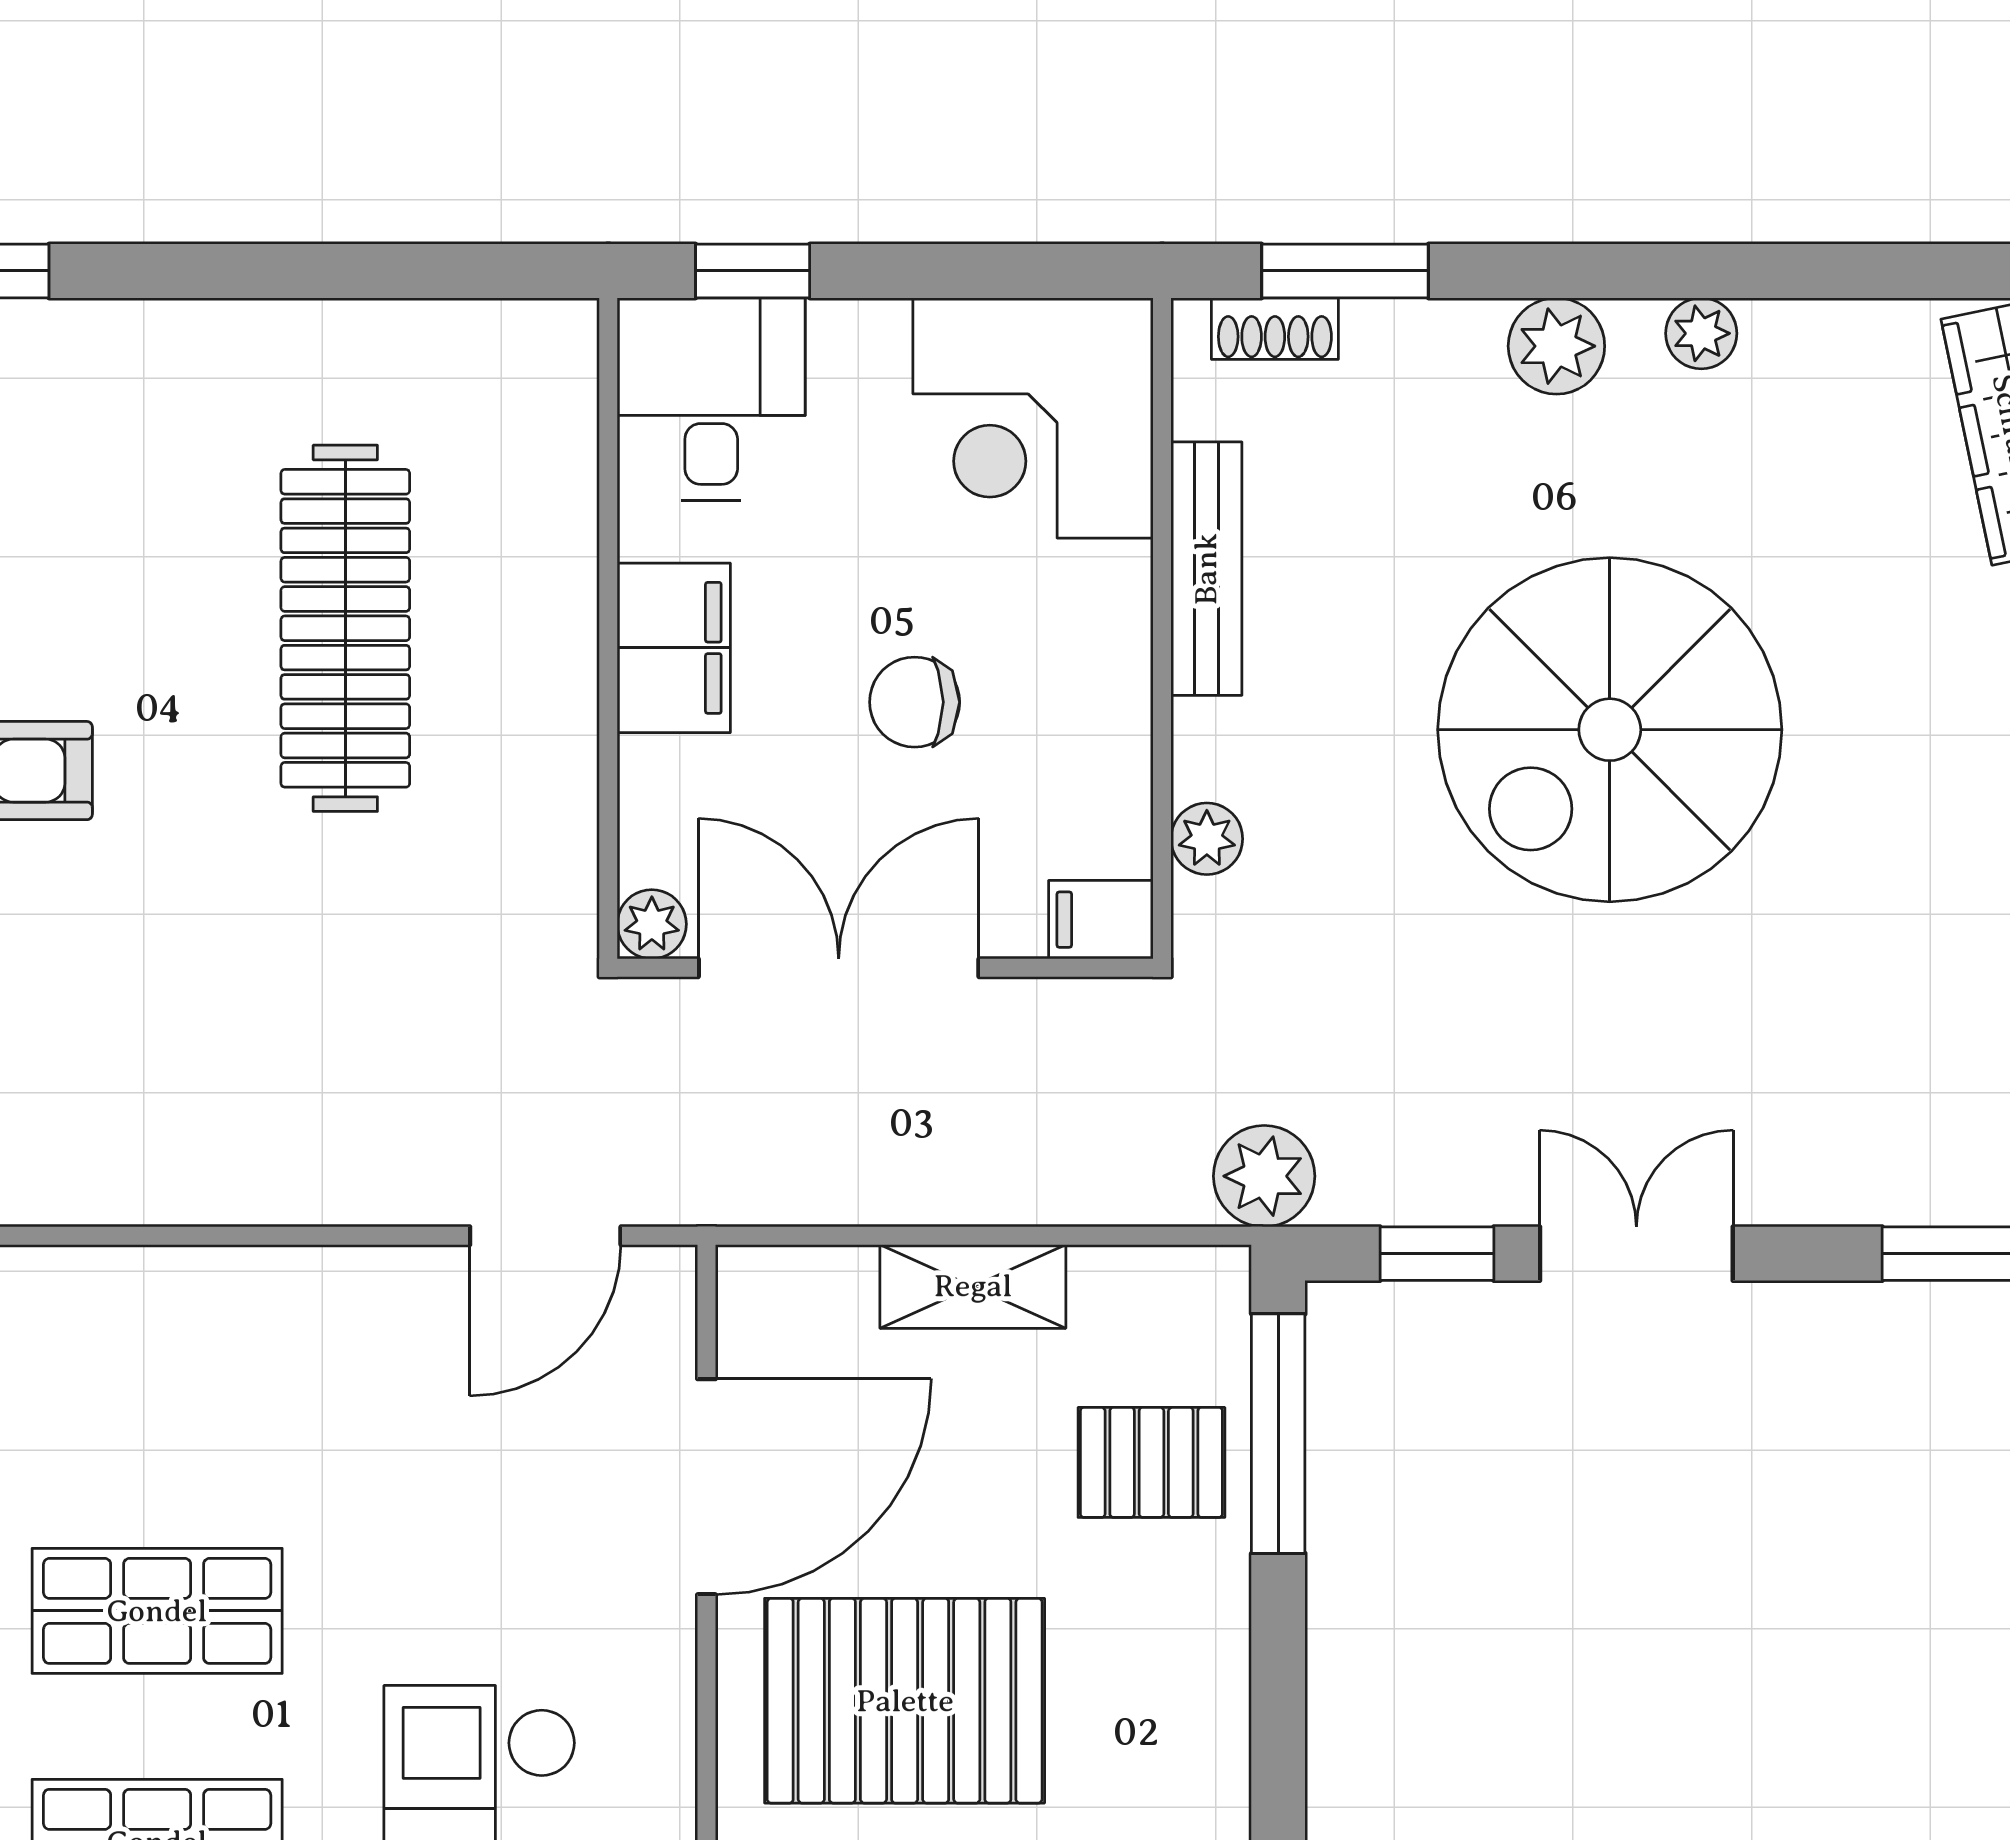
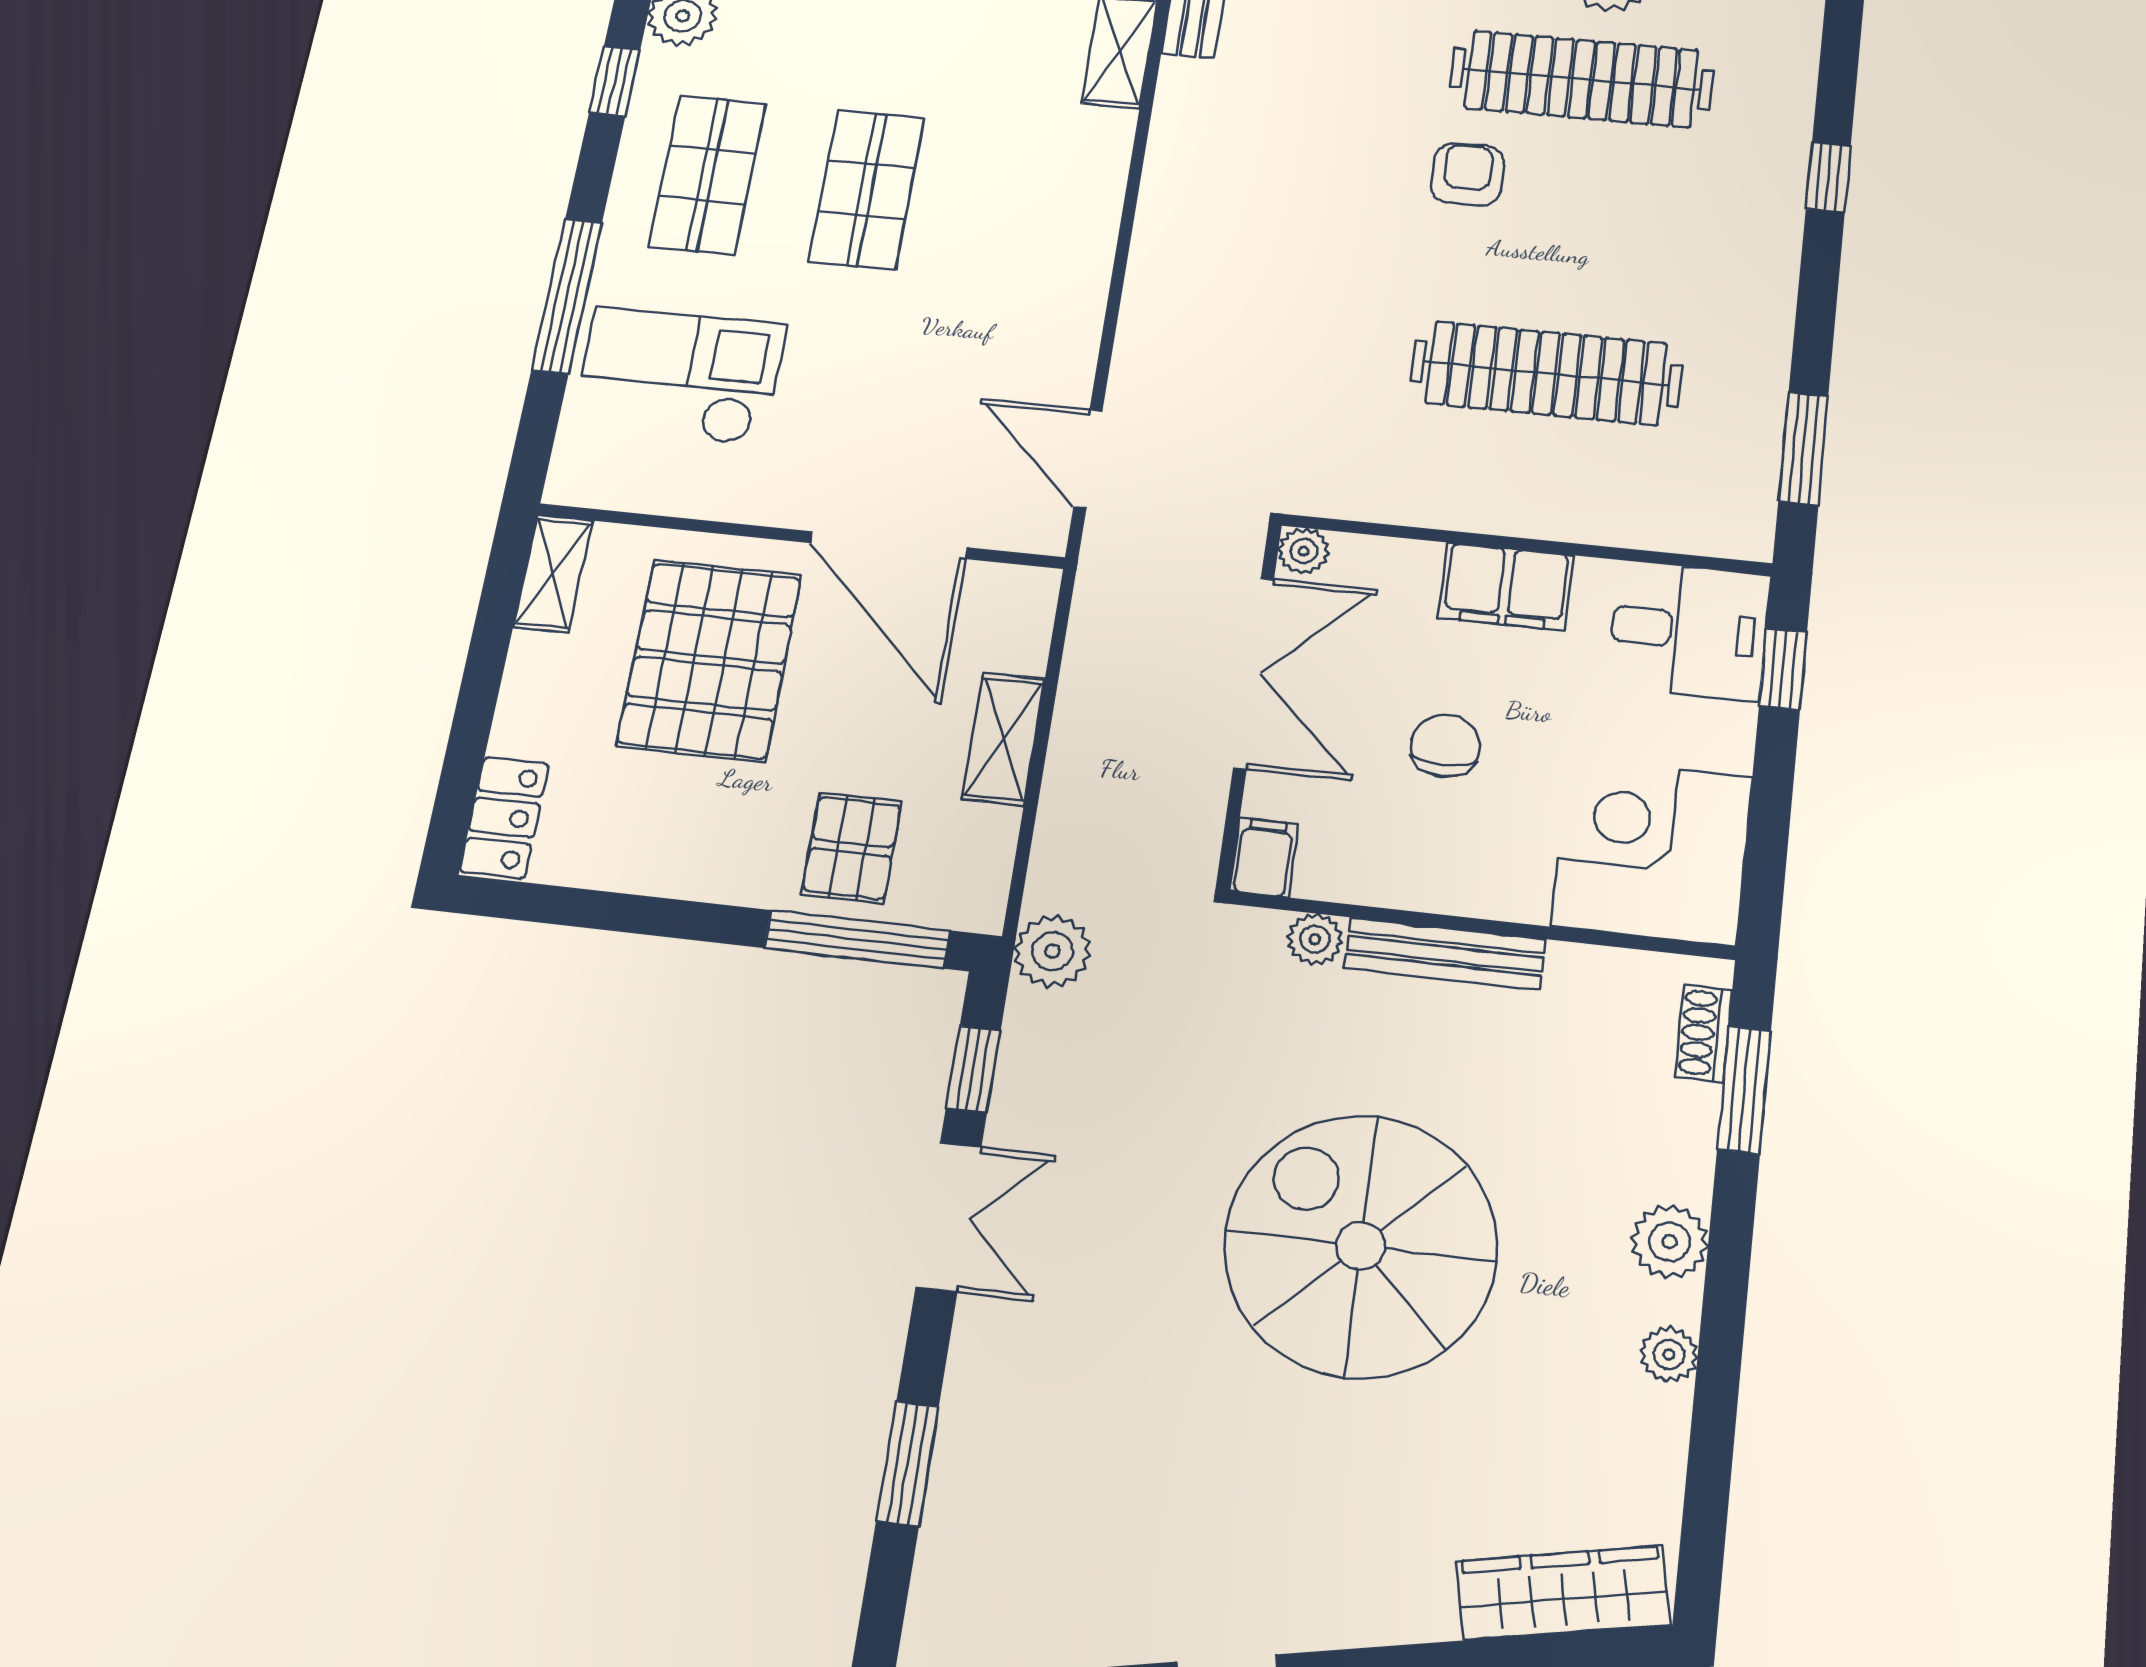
window: (422, 271) -> (1803, 449), added
bench: (1206, 569) -> (1445, 954), moved

